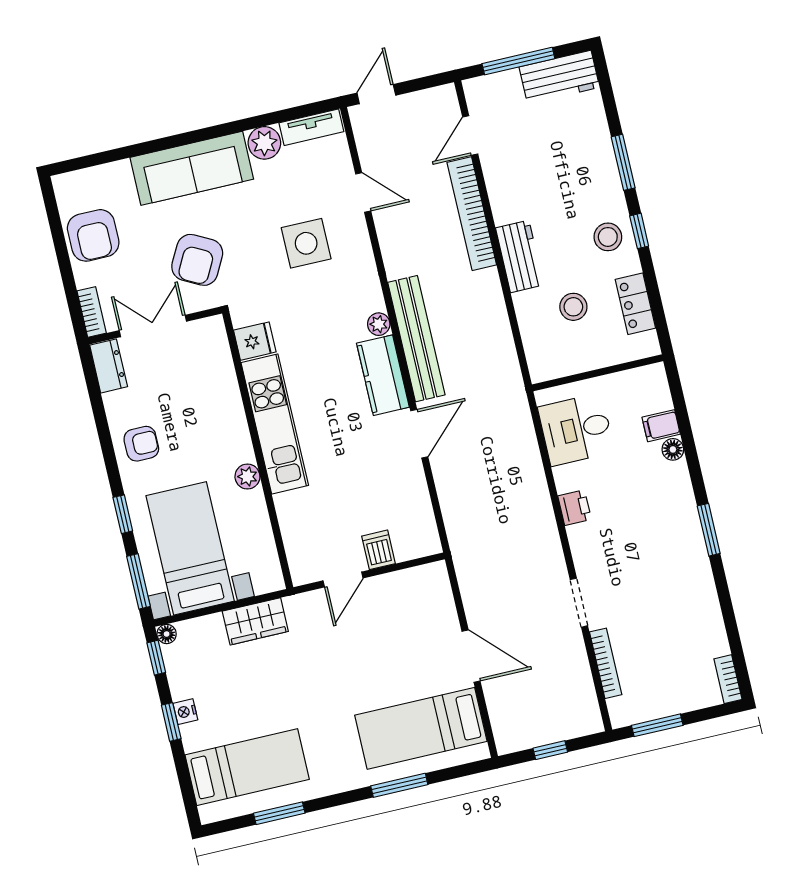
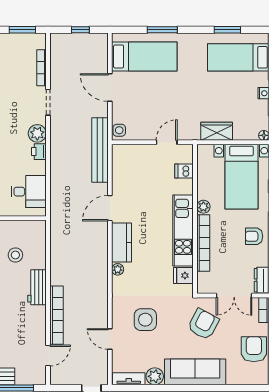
bench: (416, 339) -> (100, 150), moved
bookcase: (232, 410) -> (203, 243), added
plant: (585, 540) -> (37, 133), added
dishwasher: (378, 550) -> (184, 171), moved, turned 90
side table: (436, 581) -> (119, 130), added

